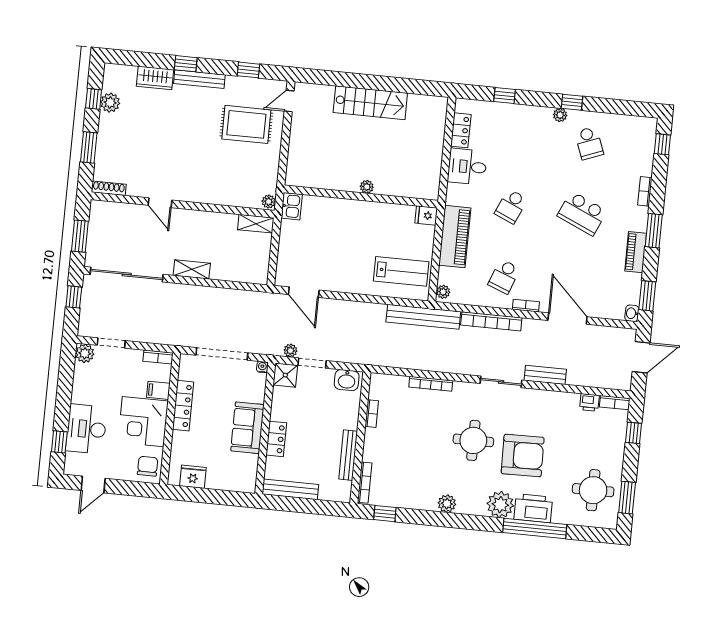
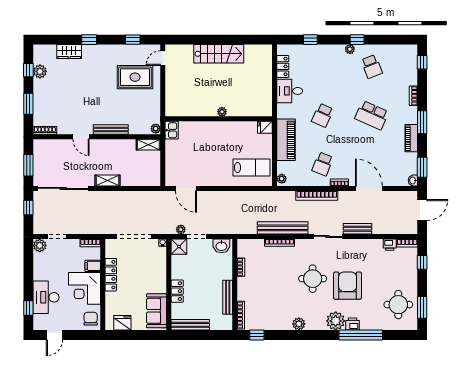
bench: (199, 79) -> (111, 130), moved
bench: (423, 317) -> (283, 228), moved
sofa: (247, 428) -> (157, 311), moved
armchair: (523, 455) -> (348, 286), turned -89
printer: (533, 508) -> (353, 324), width x0.53, depth x0.68

